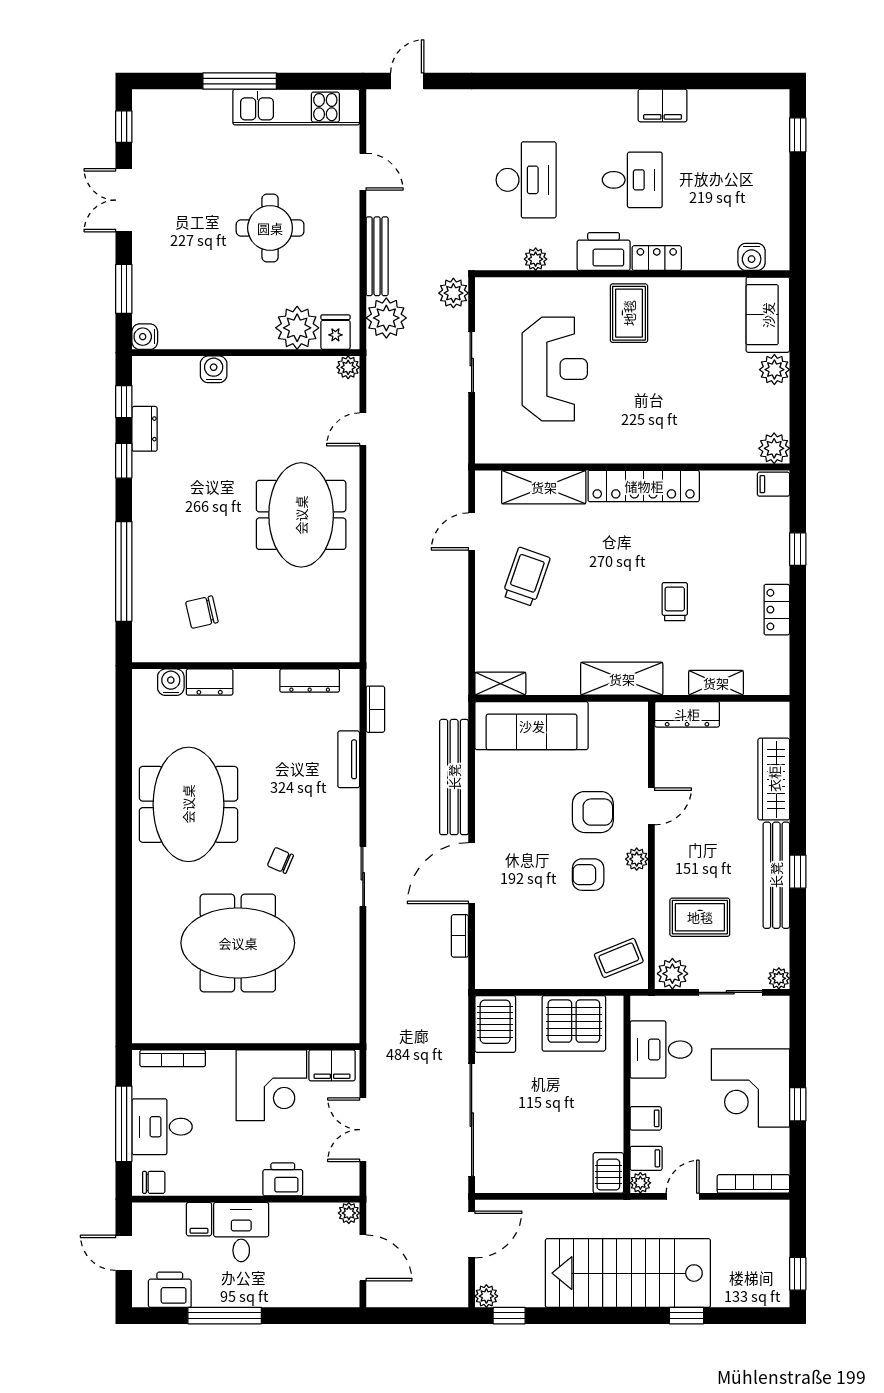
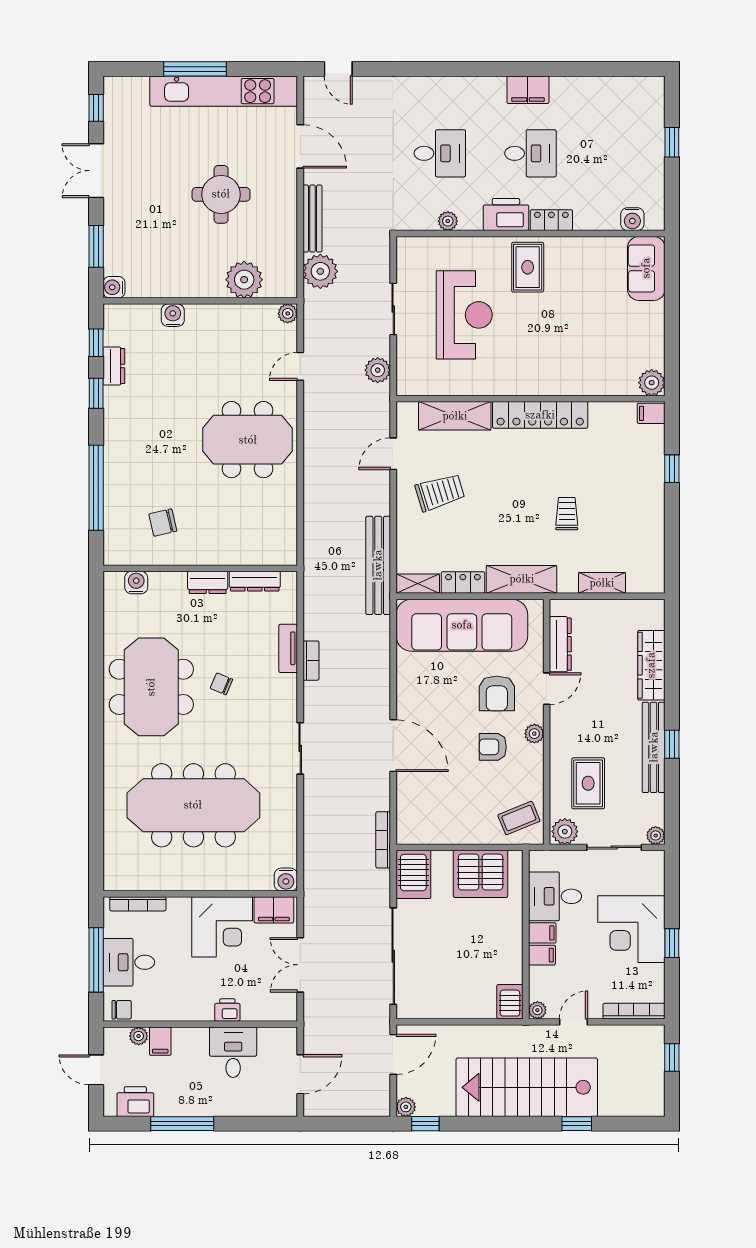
door: (407, 81) -> (338, 69), swing flipped
filing cabinet: (663, 105) -> (528, 90), moved
kitchen unit: (296, 107) -> (224, 91), width x1.36
window: (798, 135) -> (672, 142), moved
door: (363, 172) -> (300, 146), width x1.38
desk: (526, 180) -> (440, 153), width x0.73
plant: (453, 293) -> (378, 370), moved
fridge: (335, 332) -> (277, 283), removed
plant: (774, 370) -> (652, 315), removed
meeting table: (301, 515) -> (248, 440), turned 90
trolley: (526, 577) -> (440, 492), turned 54
locker: (777, 610) -> (463, 583), moved, turned 90
dresser: (210, 682) -> (208, 582), moved
bookcase: (375, 709) -> (311, 661), moved
dresser: (687, 714) -> (560, 644), moved, turned -90
sofa: (532, 726) -> (462, 625), width x1.36, depth x1.27
bench: (454, 777) -> (378, 565), moved
armchair: (593, 812) -> (497, 693), turned 90
chair: (280, 860) -> (221, 684), moved
door: (472, 873) -> (393, 746), swing flipped
rug: (700, 917) -> (588, 783), turned 90
bookcase: (460, 936) -> (383, 840), moved, width x1.56
meeting table: (238, 943) -> (193, 805), width x1.36
water cooler: (346, 1030) -> (286, 880), added
filing cabinet: (646, 1158) -> (542, 933), moved
printer: (283, 1179) -> (227, 1010), width x0.73, depth x0.81
plant: (349, 1213) -> (139, 1036), moved
desk: (241, 1232) -> (233, 1052), moved
door: (363, 1258) -> (300, 1074), hinge flipped
window: (798, 1274) -> (672, 1057), moved

